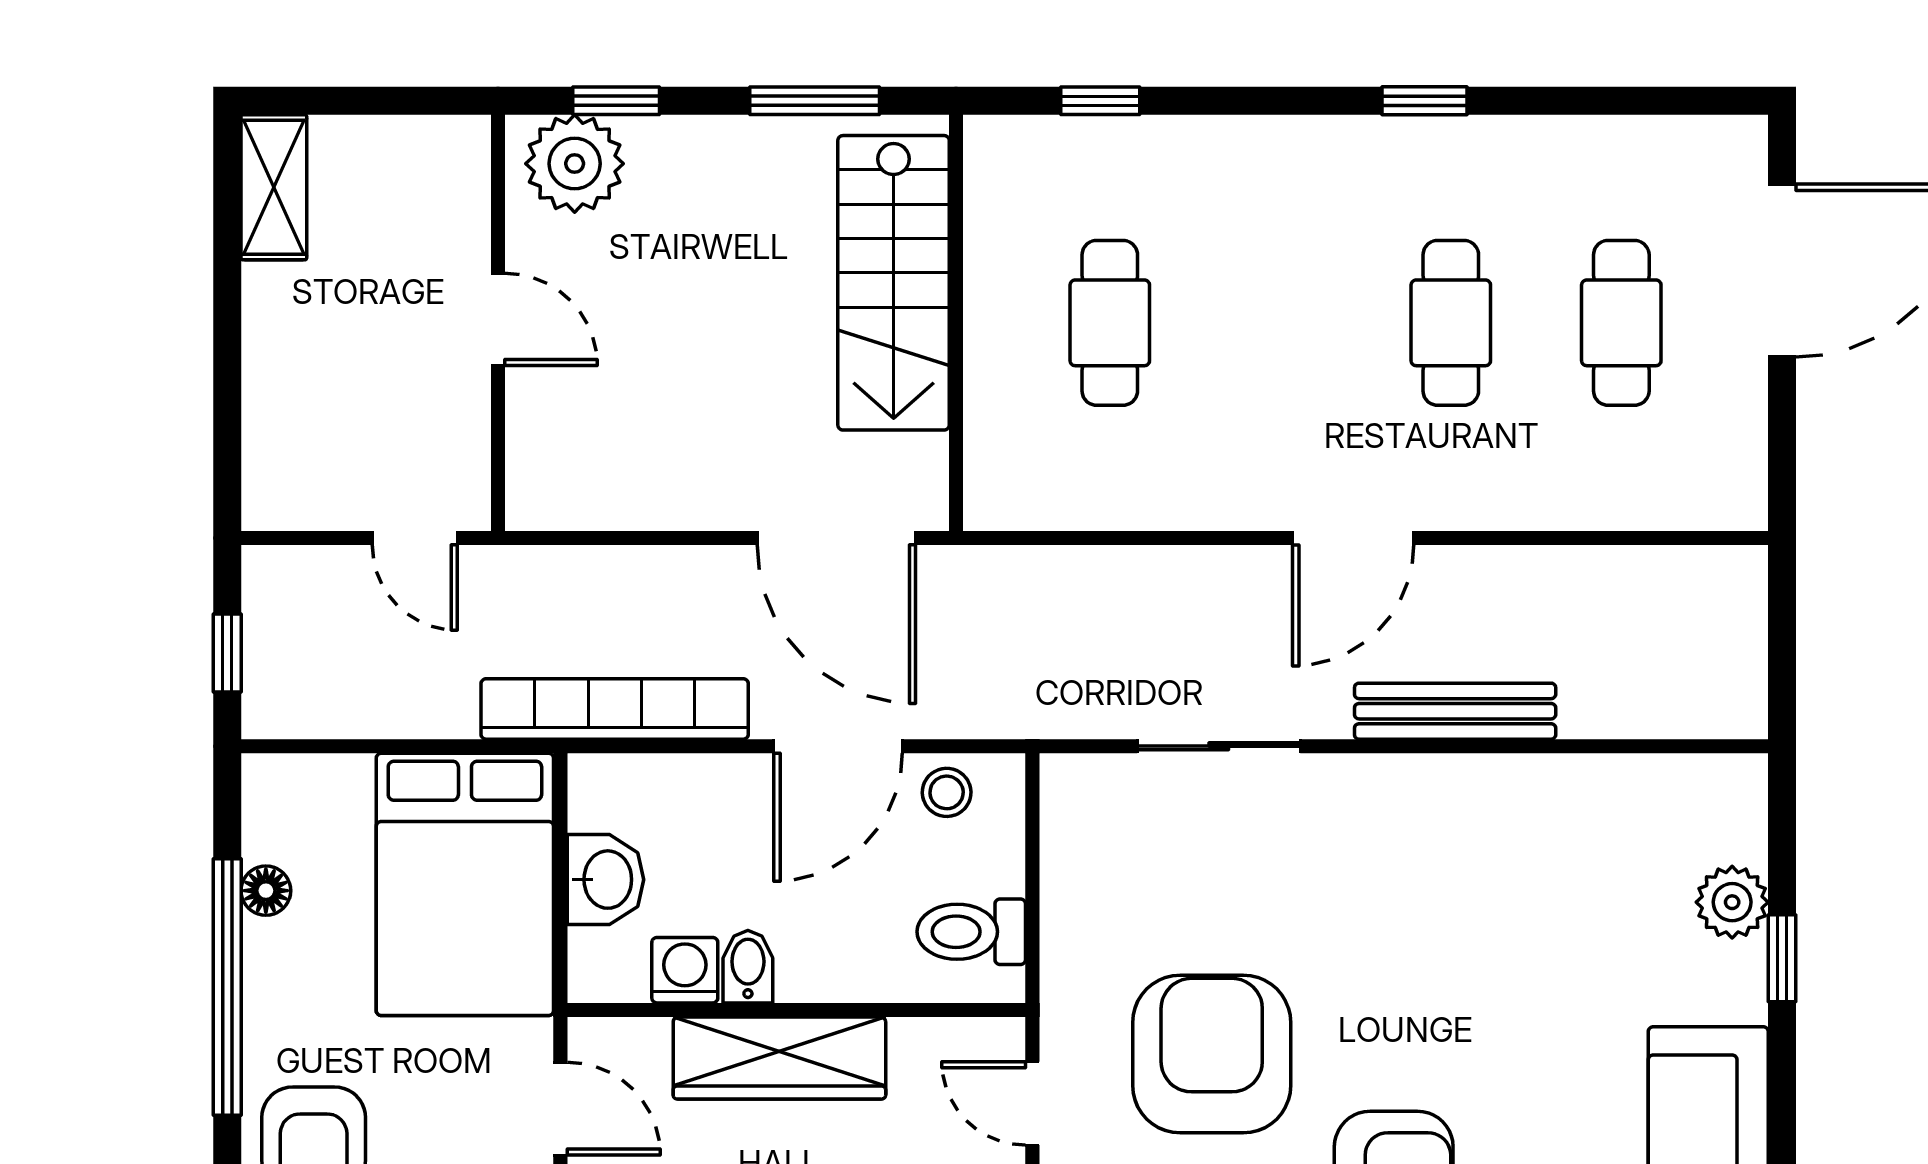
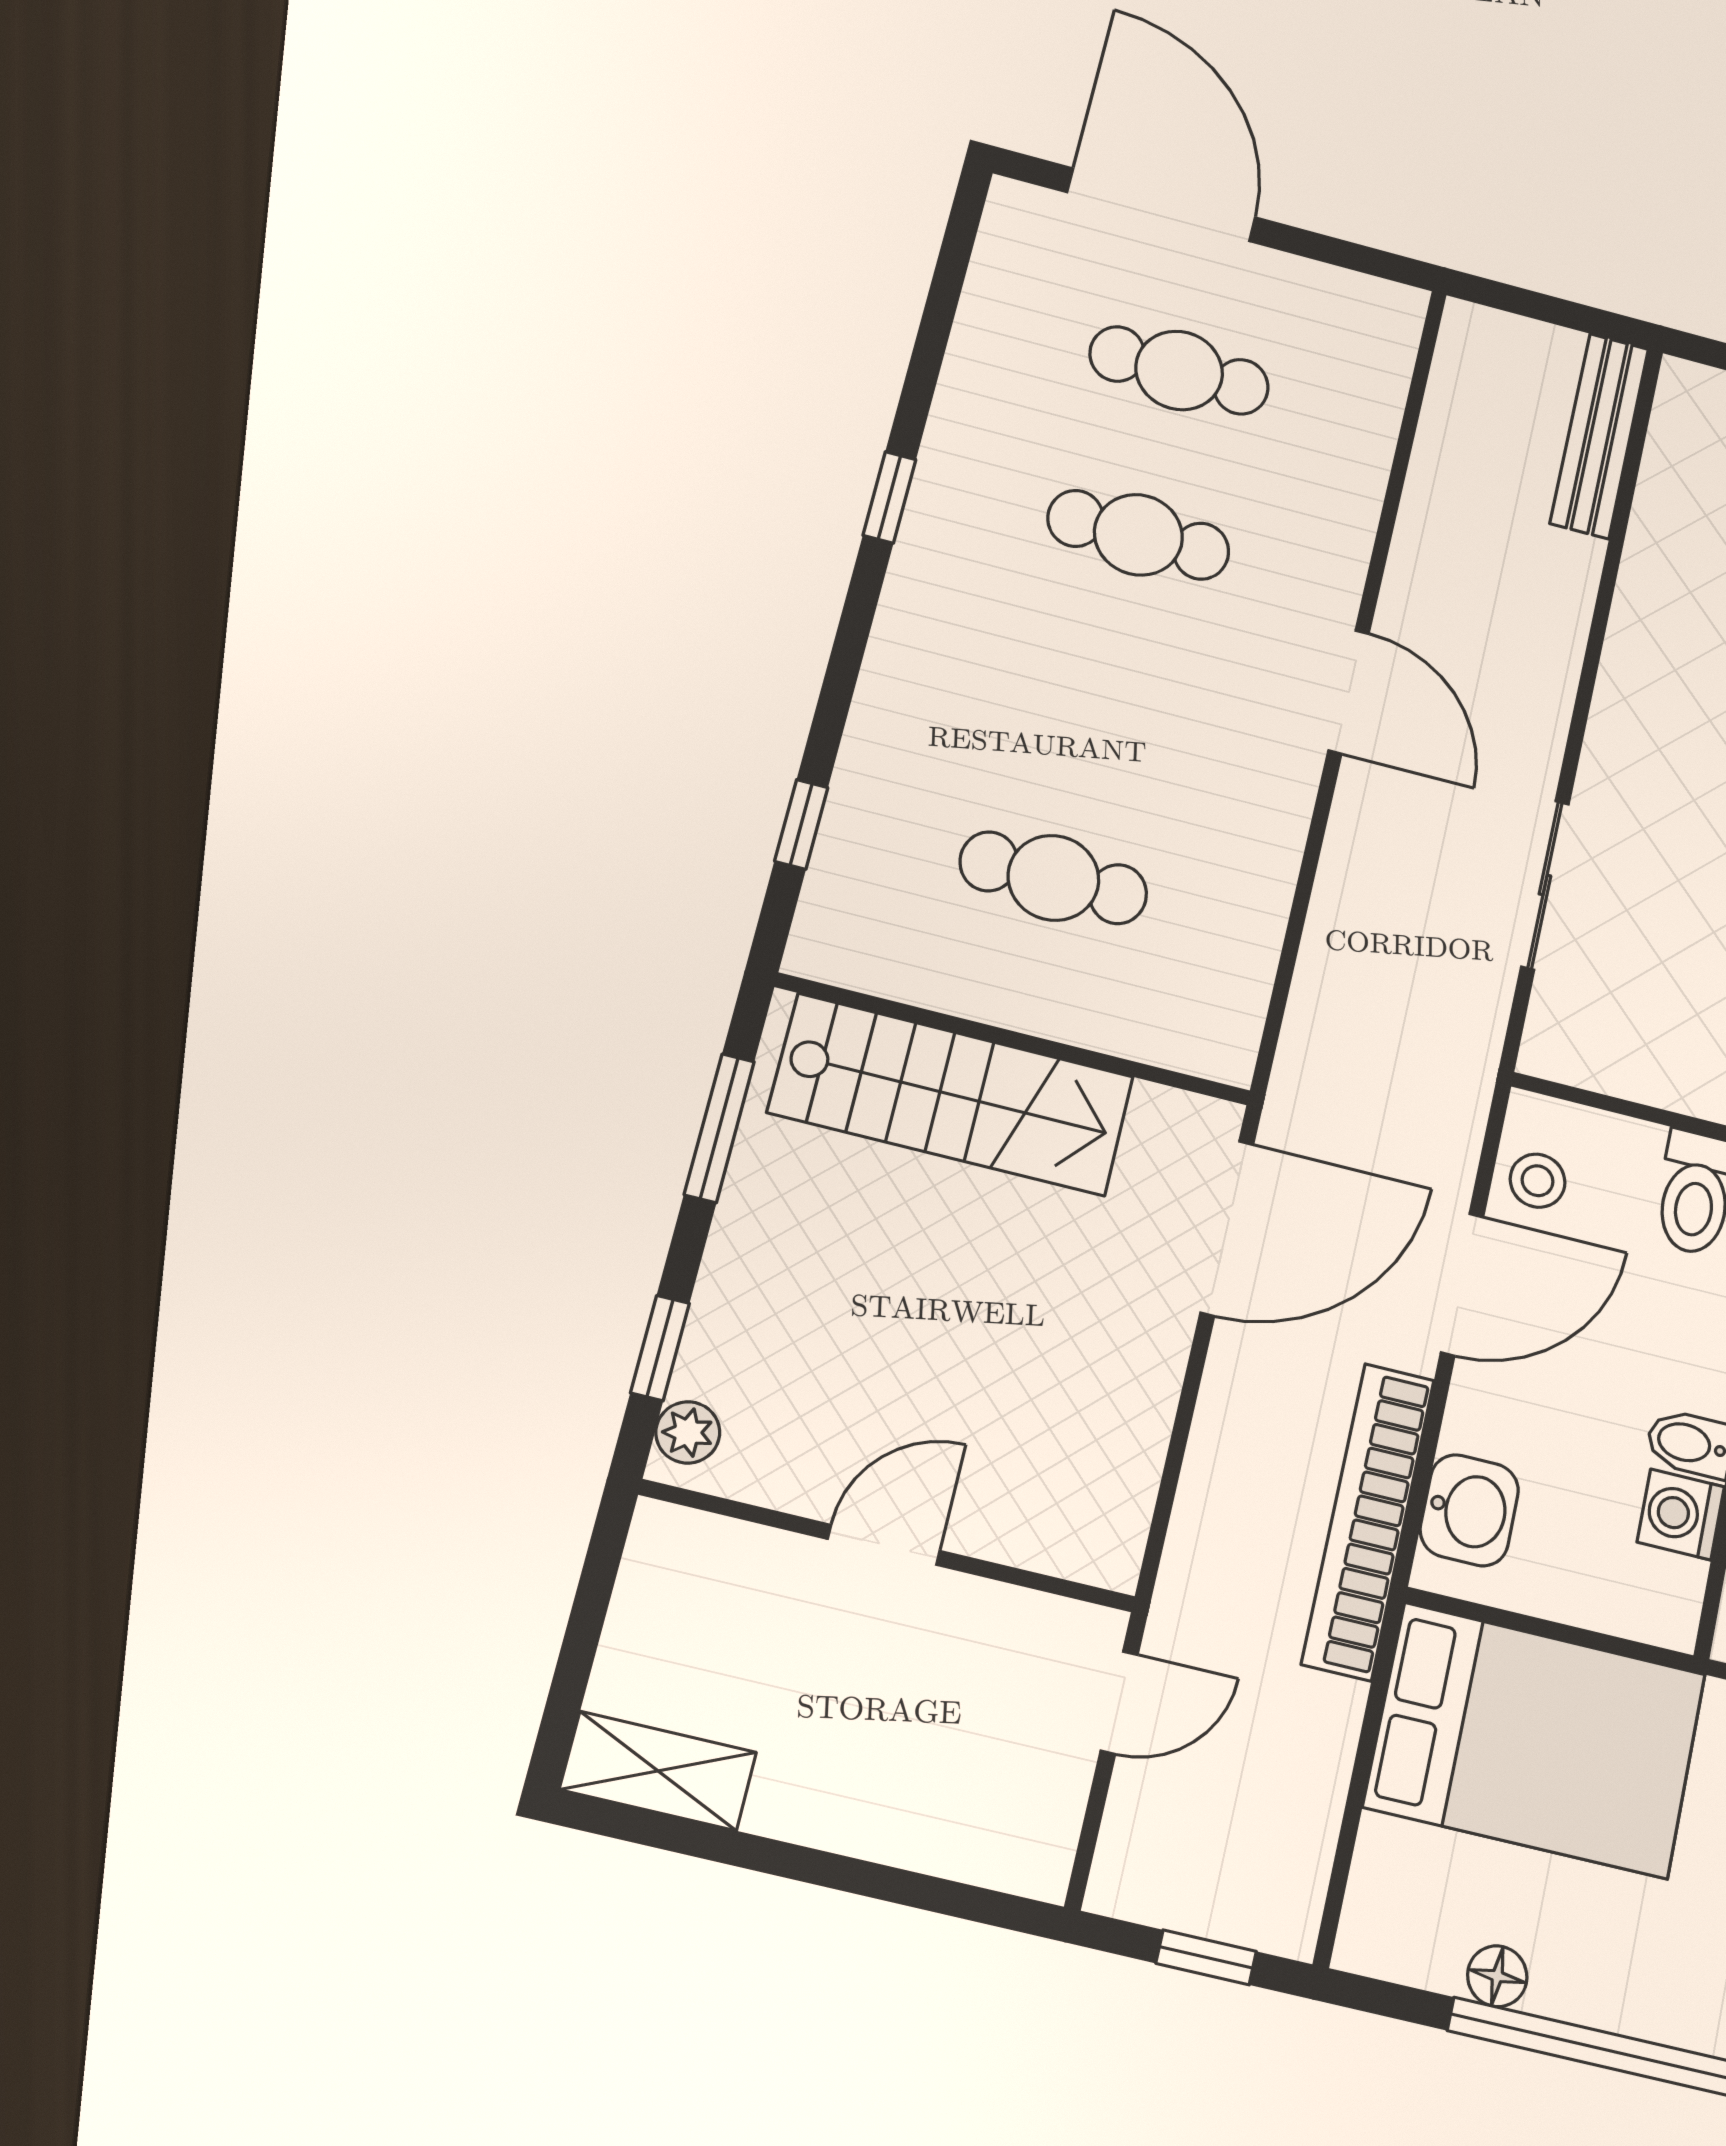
plant: (575, 164) -> (688, 1432), width x0.53, depth x0.53
bench: (1455, 711) -> (1599, 436), moved
door: (838, 746) -> (1462, 1285), hinge flipped
washbasin: (606, 880) -> (1469, 1510), moved, turned 90

